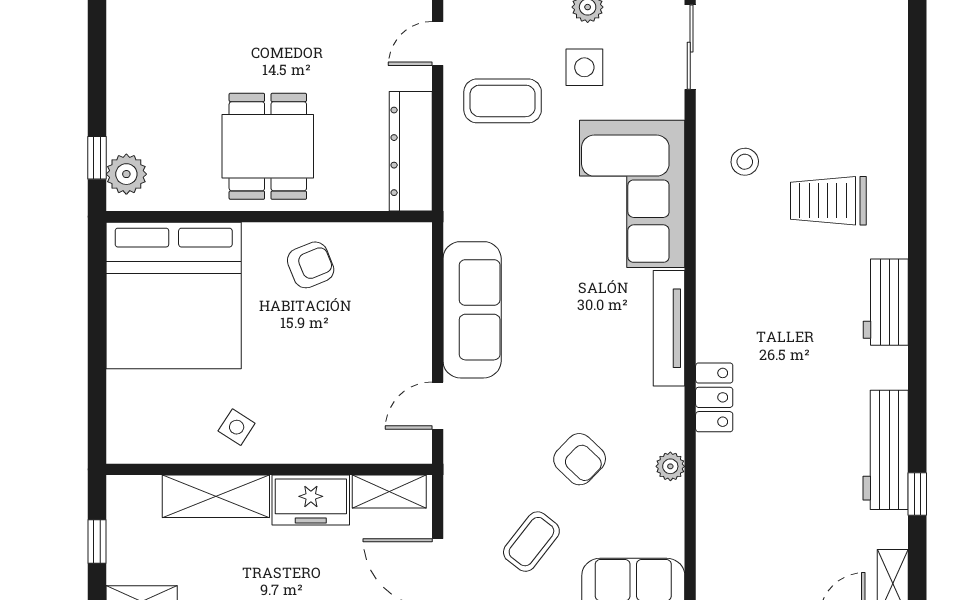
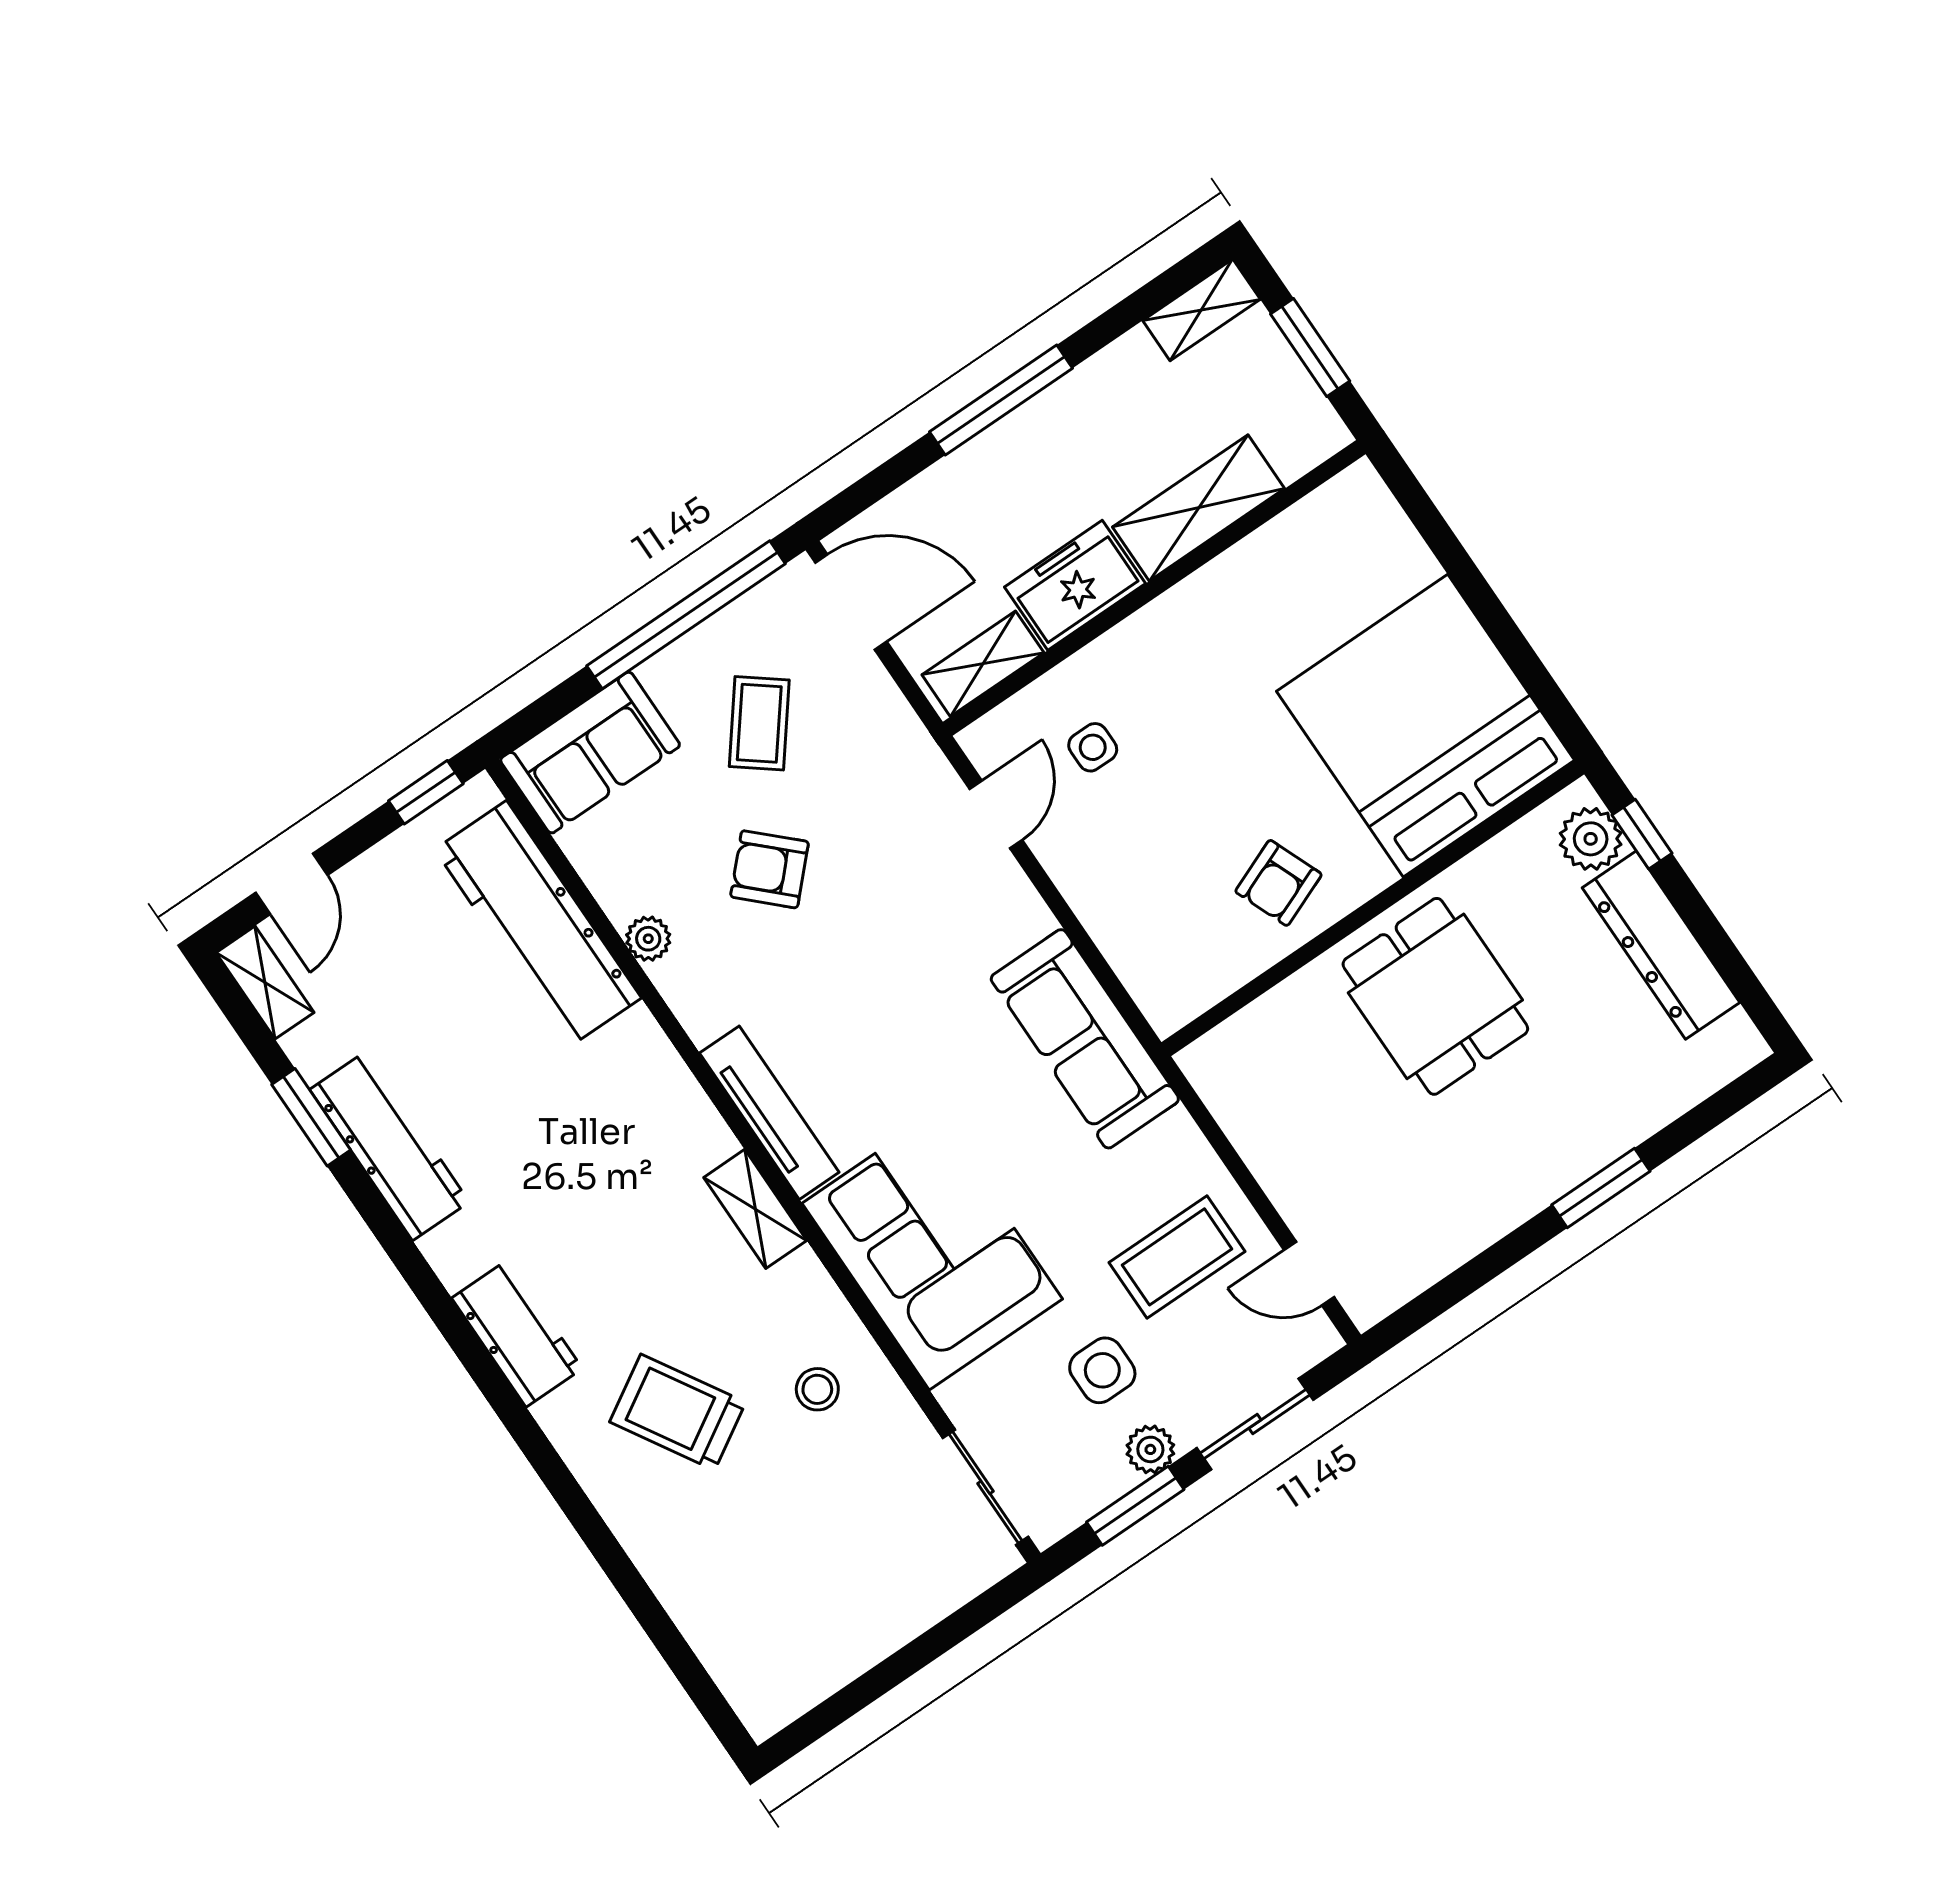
door: (438, 43) -> (1309, 1274), swing flipped
dresser: (411, 151) -> (1661, 945), moved, turned 180
trolley: (828, 201) -> (678, 1412), turned -121
shelving: (712, 282) -> (755, 1209), added
sofa: (472, 310) -> (1085, 1039), moved
locker: (714, 397) -> (652, 1064), removed
side table: (237, 427) -> (1093, 747), moved, turned -33
window: (917, 494) -> (311, 1117), width x1.50
workbench: (724, 515) -> (538, 924), added
window: (97, 542) -> (1310, 348), width x1.50

